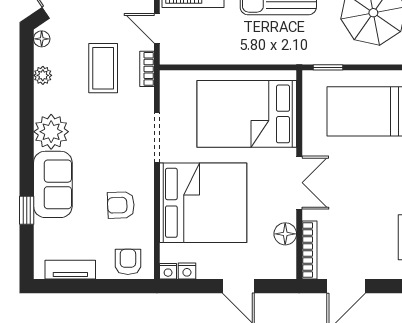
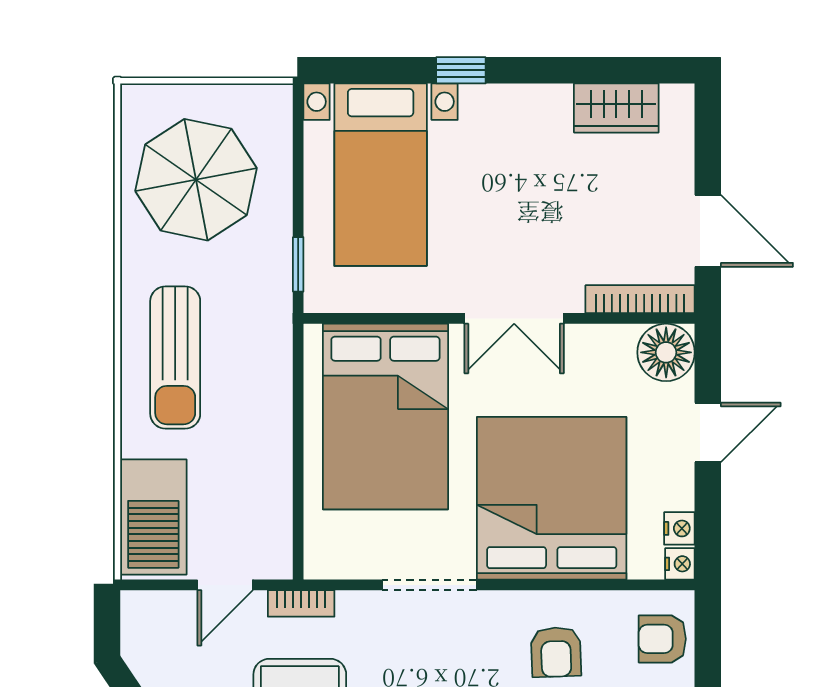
double door: (299, 183) -> (514, 318), swing flipped
floor lamp: (285, 234) -> (666, 352), moved, width x1.38, depth x1.38

